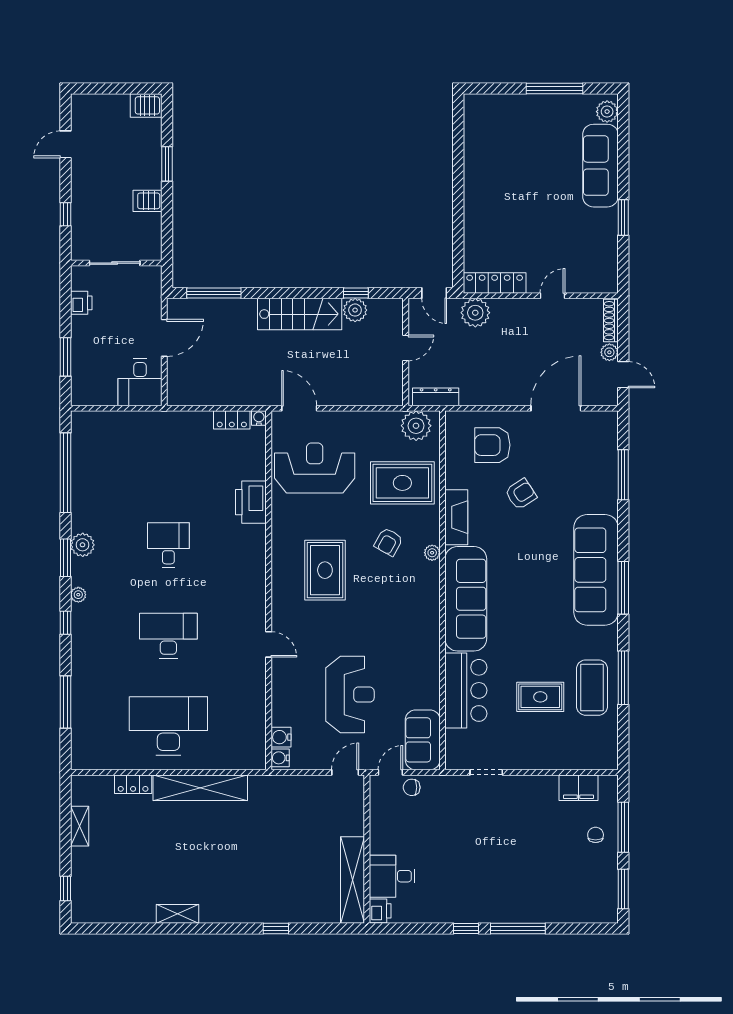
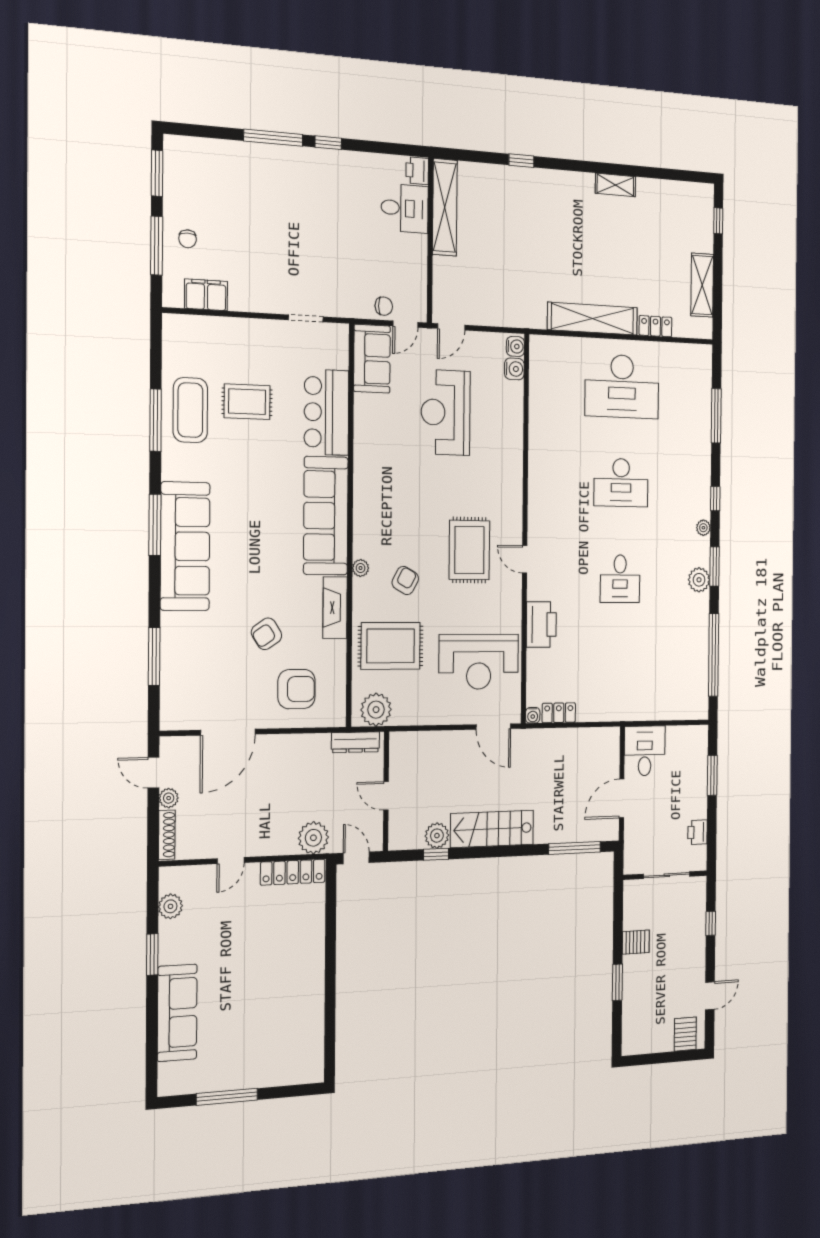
server rack: (146, 105) -> (685, 1034), moved, turned -90
plant: (607, 112) -> (170, 906), moved
door: (406, 348) -> (386, 796), hinge flipped
door: (269, 644) -> (525, 559), moved
shelving: (80, 826) -> (702, 285), width x1.50, depth x1.33

